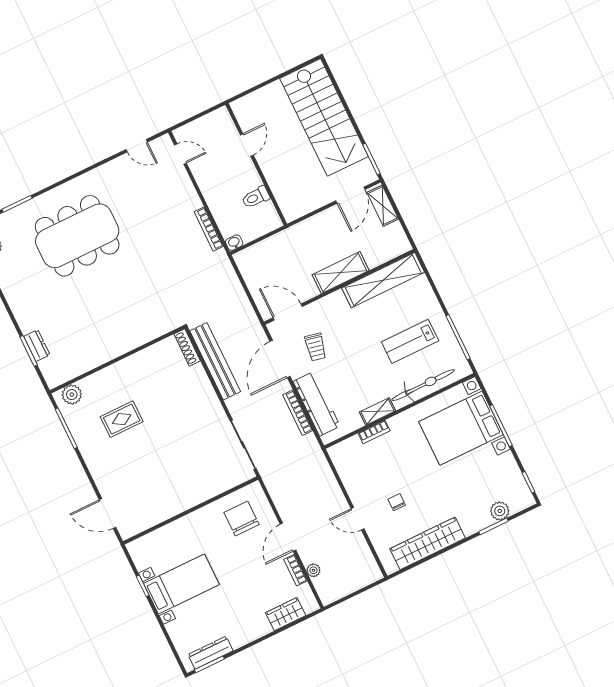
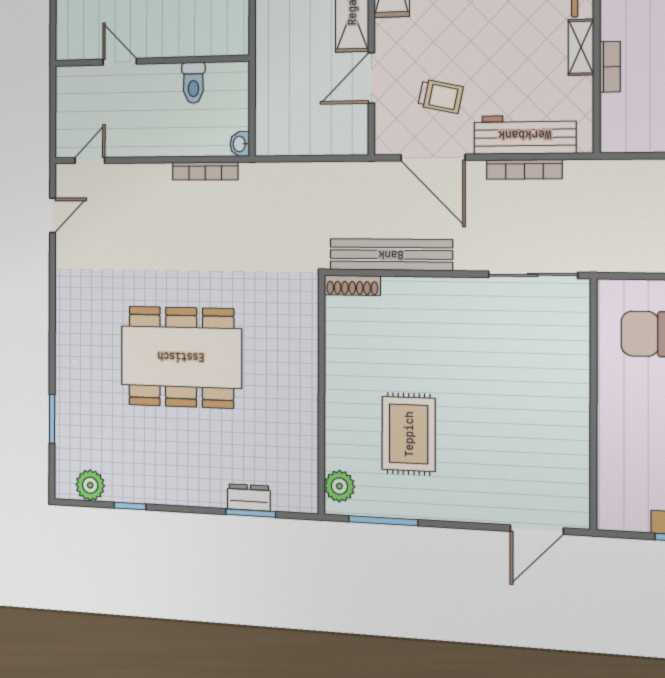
dining table: (77, 236) -> (181, 357), moved, turned 90
door: (288, 312) -> (371, 78), moved
rug: (122, 419) -> (409, 434), width x1.36, depth x1.43

